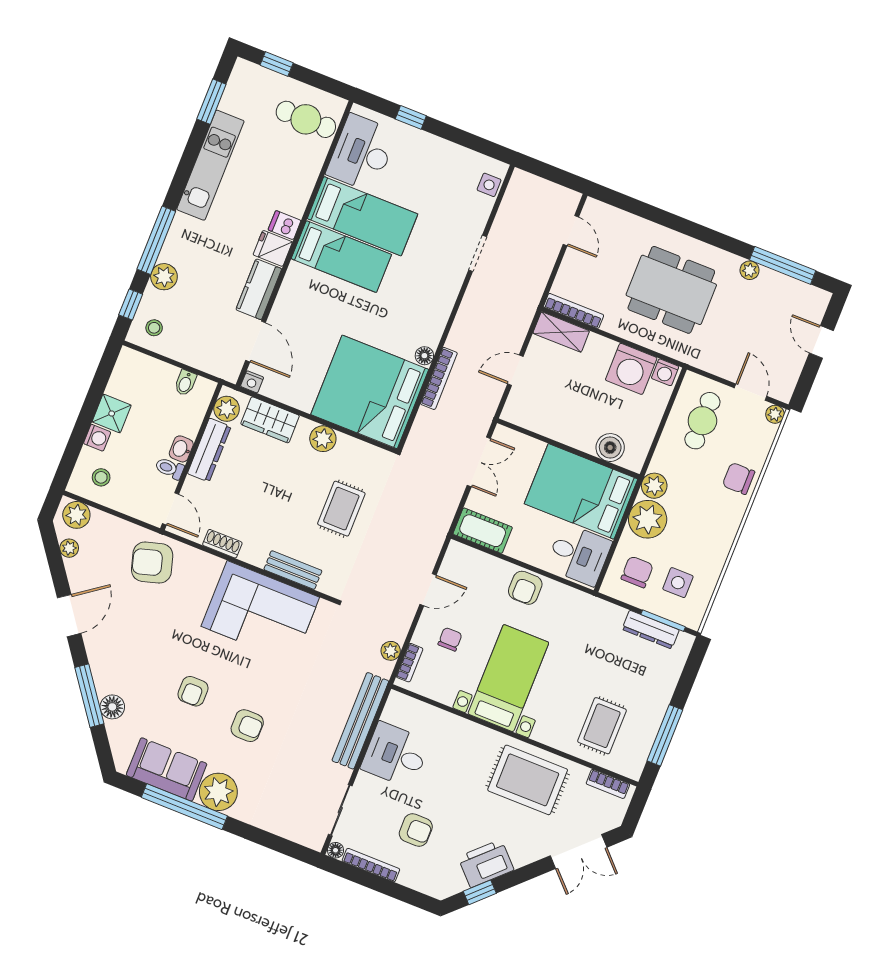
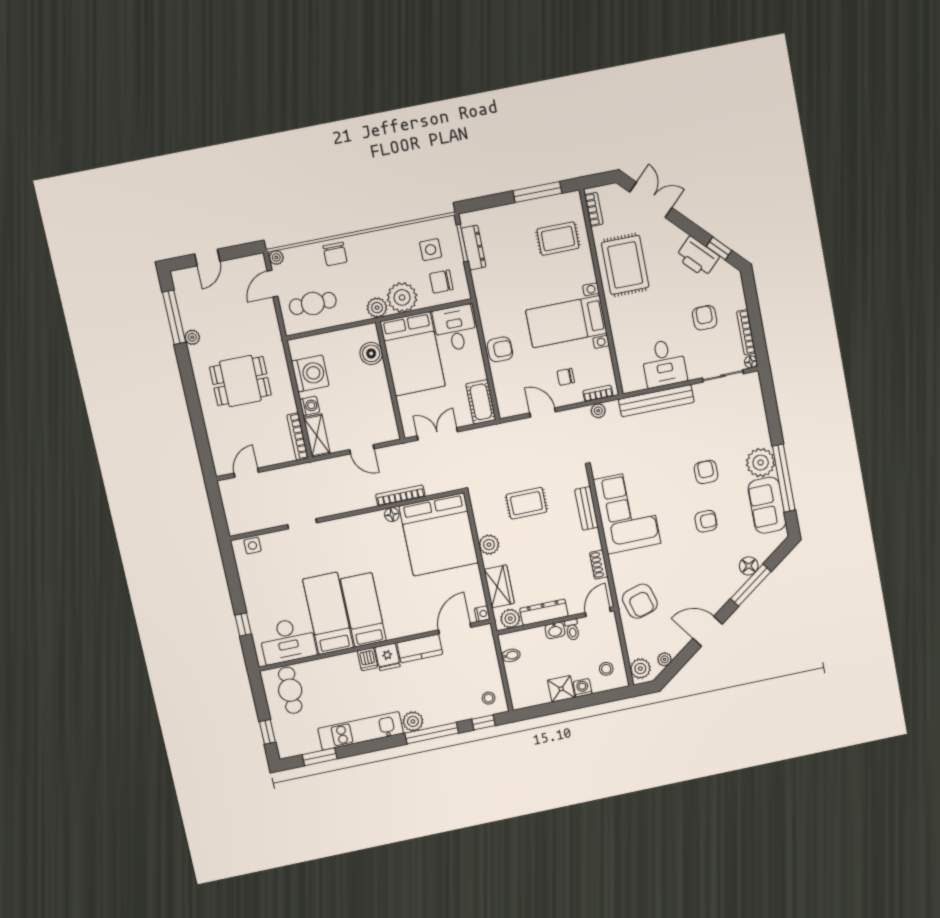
plant: (164, 277) -> (413, 721), moved
dining table: (671, 290) -> (240, 381), width x0.73
washing machine: (665, 372) -> (310, 406), moved

